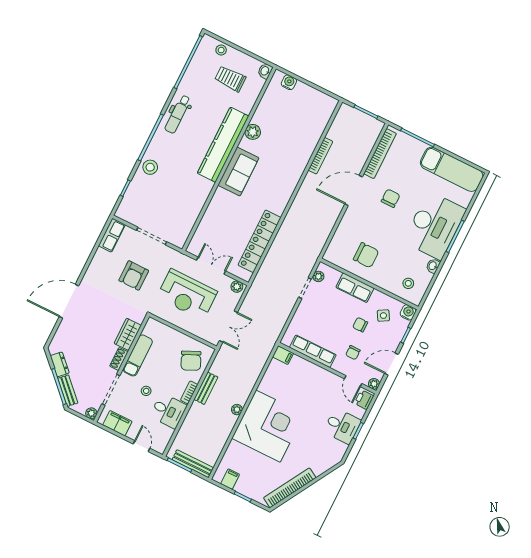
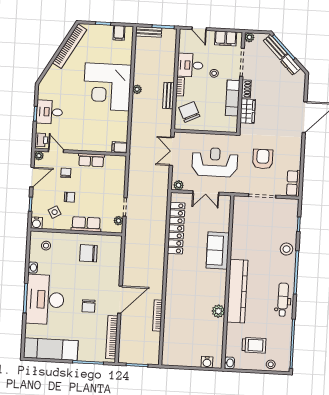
sofa: (238, 172) -> (218, 250), moved
row of seats: (313, 351) -> (91, 160), width x0.68
bench: (193, 464) -> (149, 32), width x0.73

